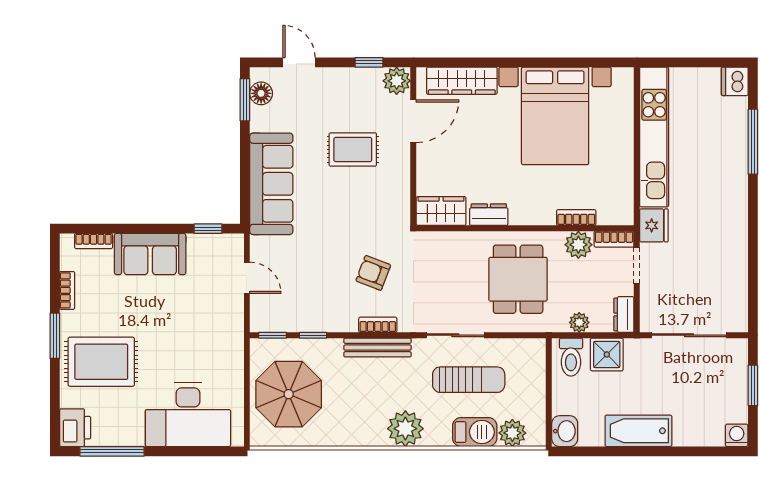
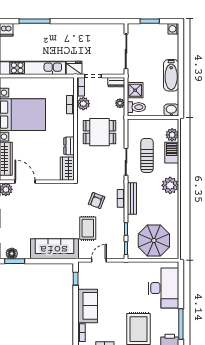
rug: (353, 150) -> (88, 228), moved

